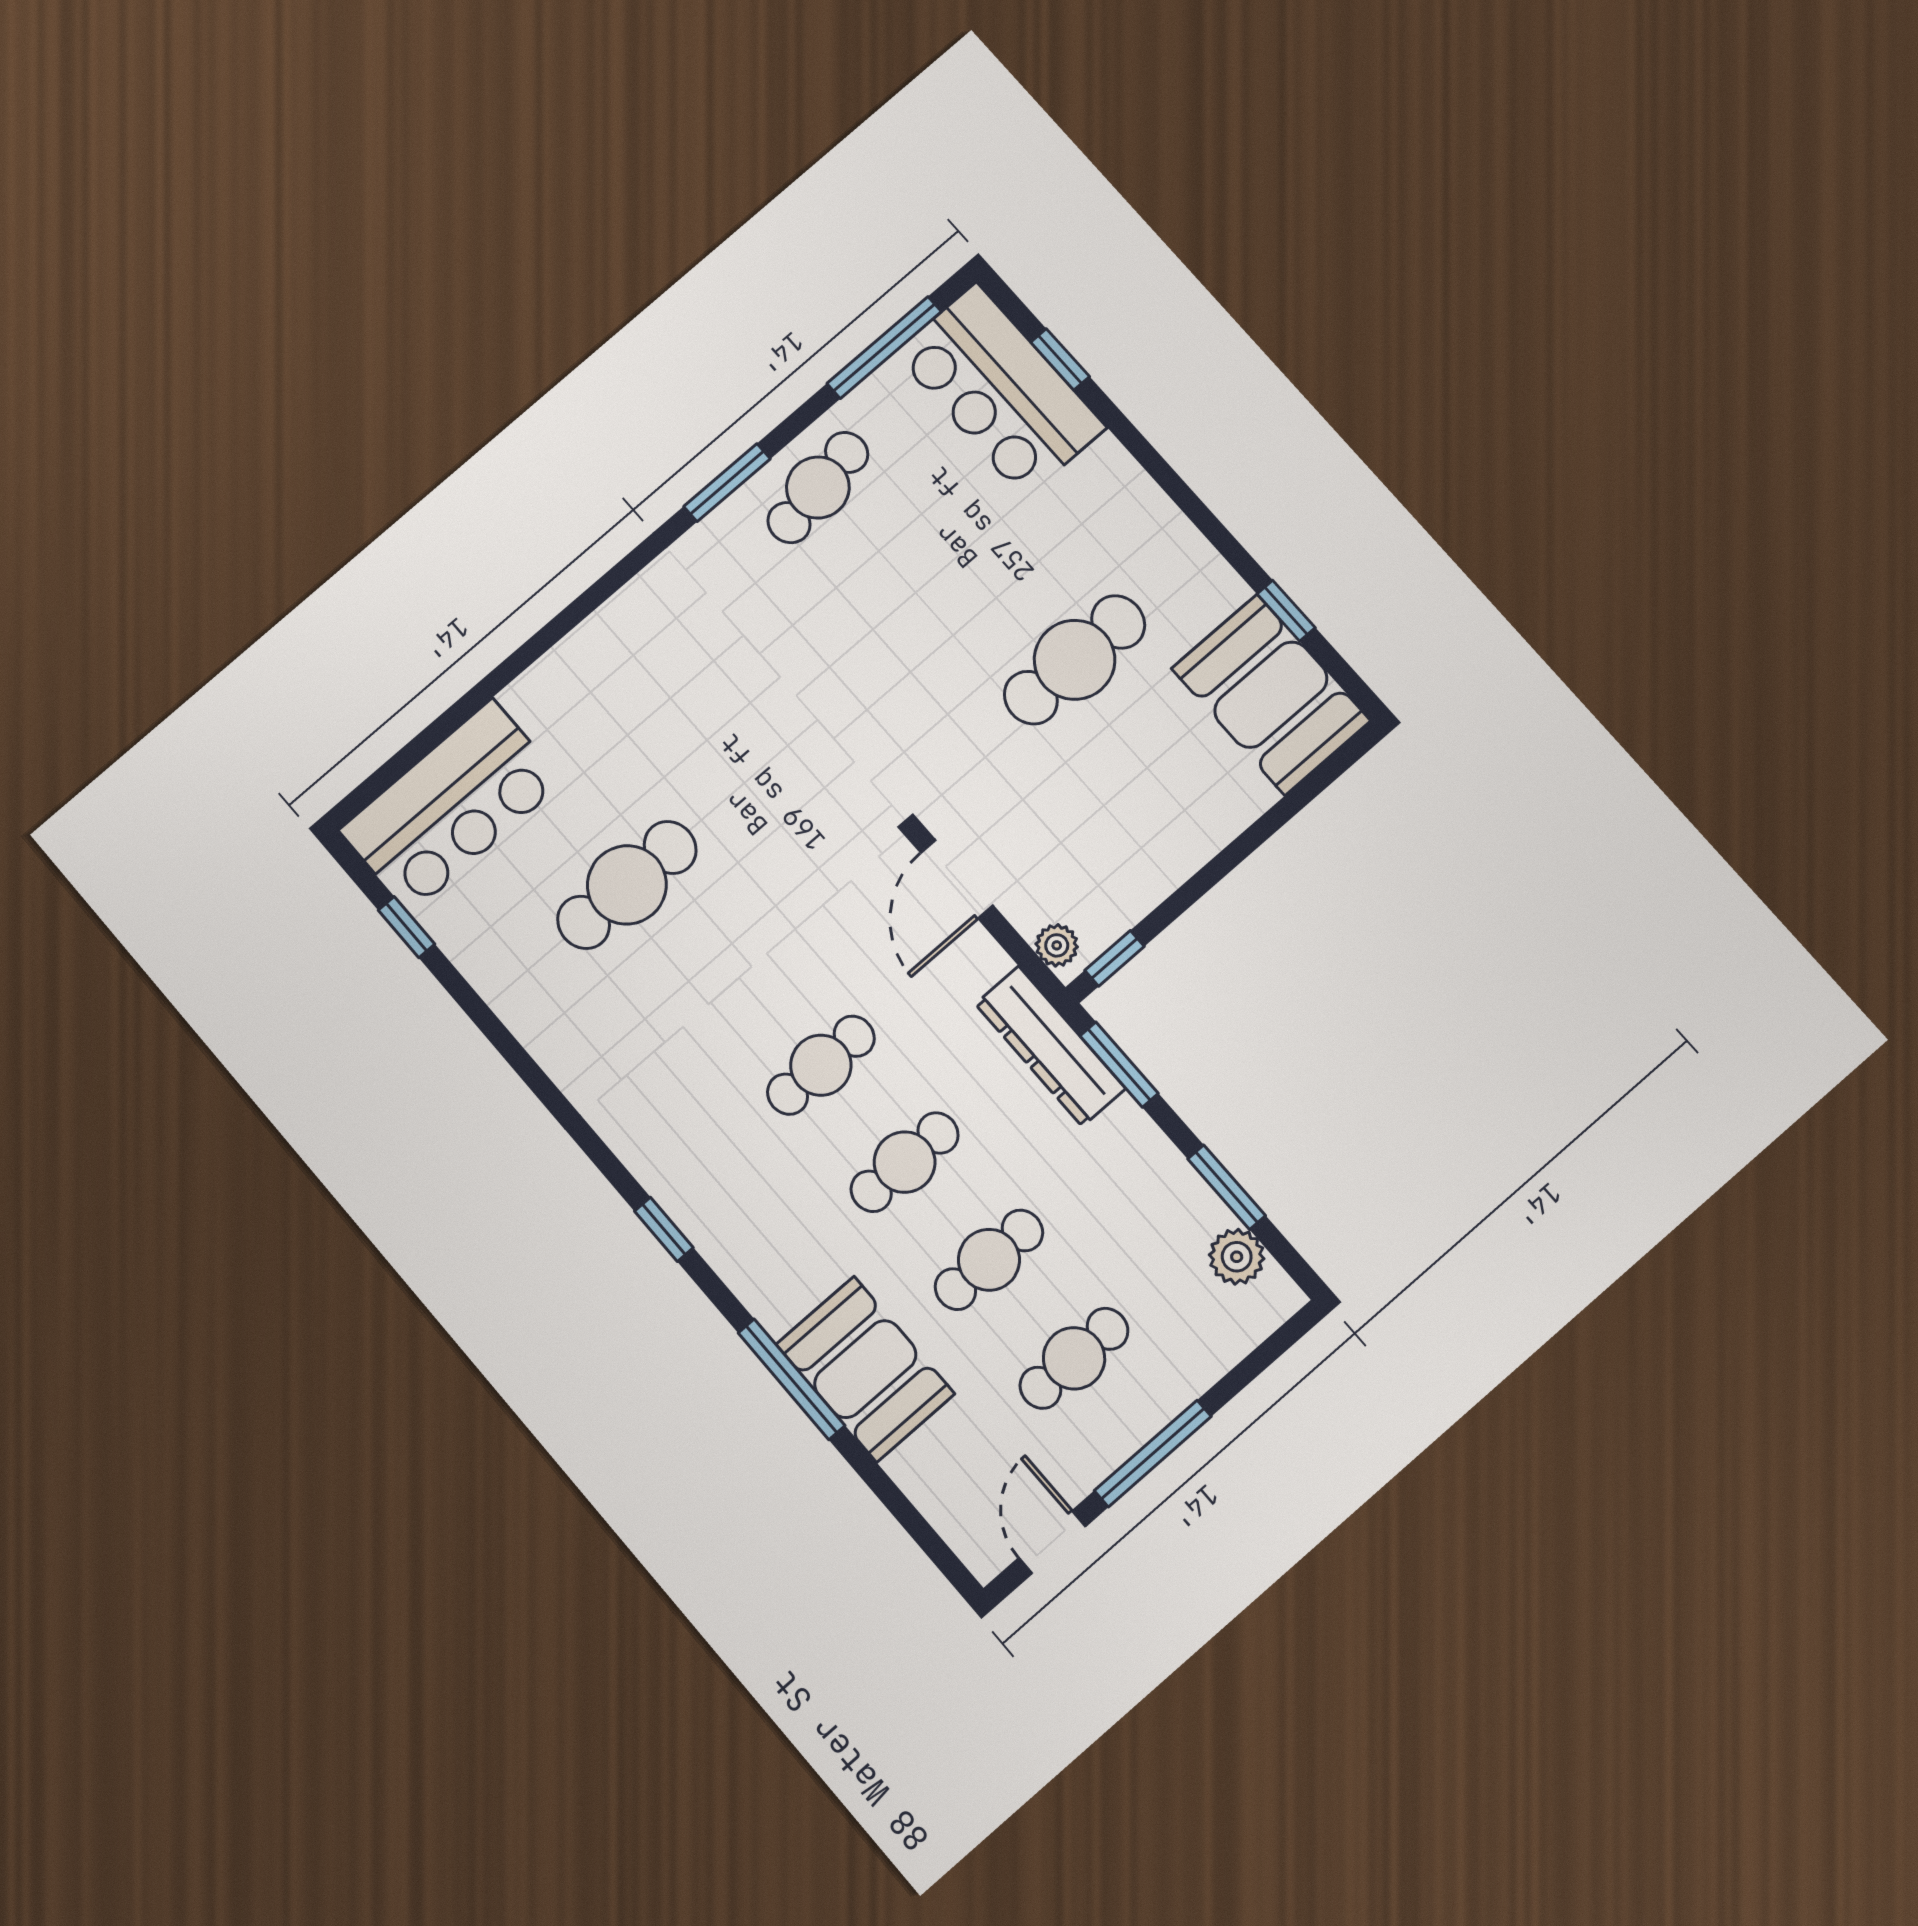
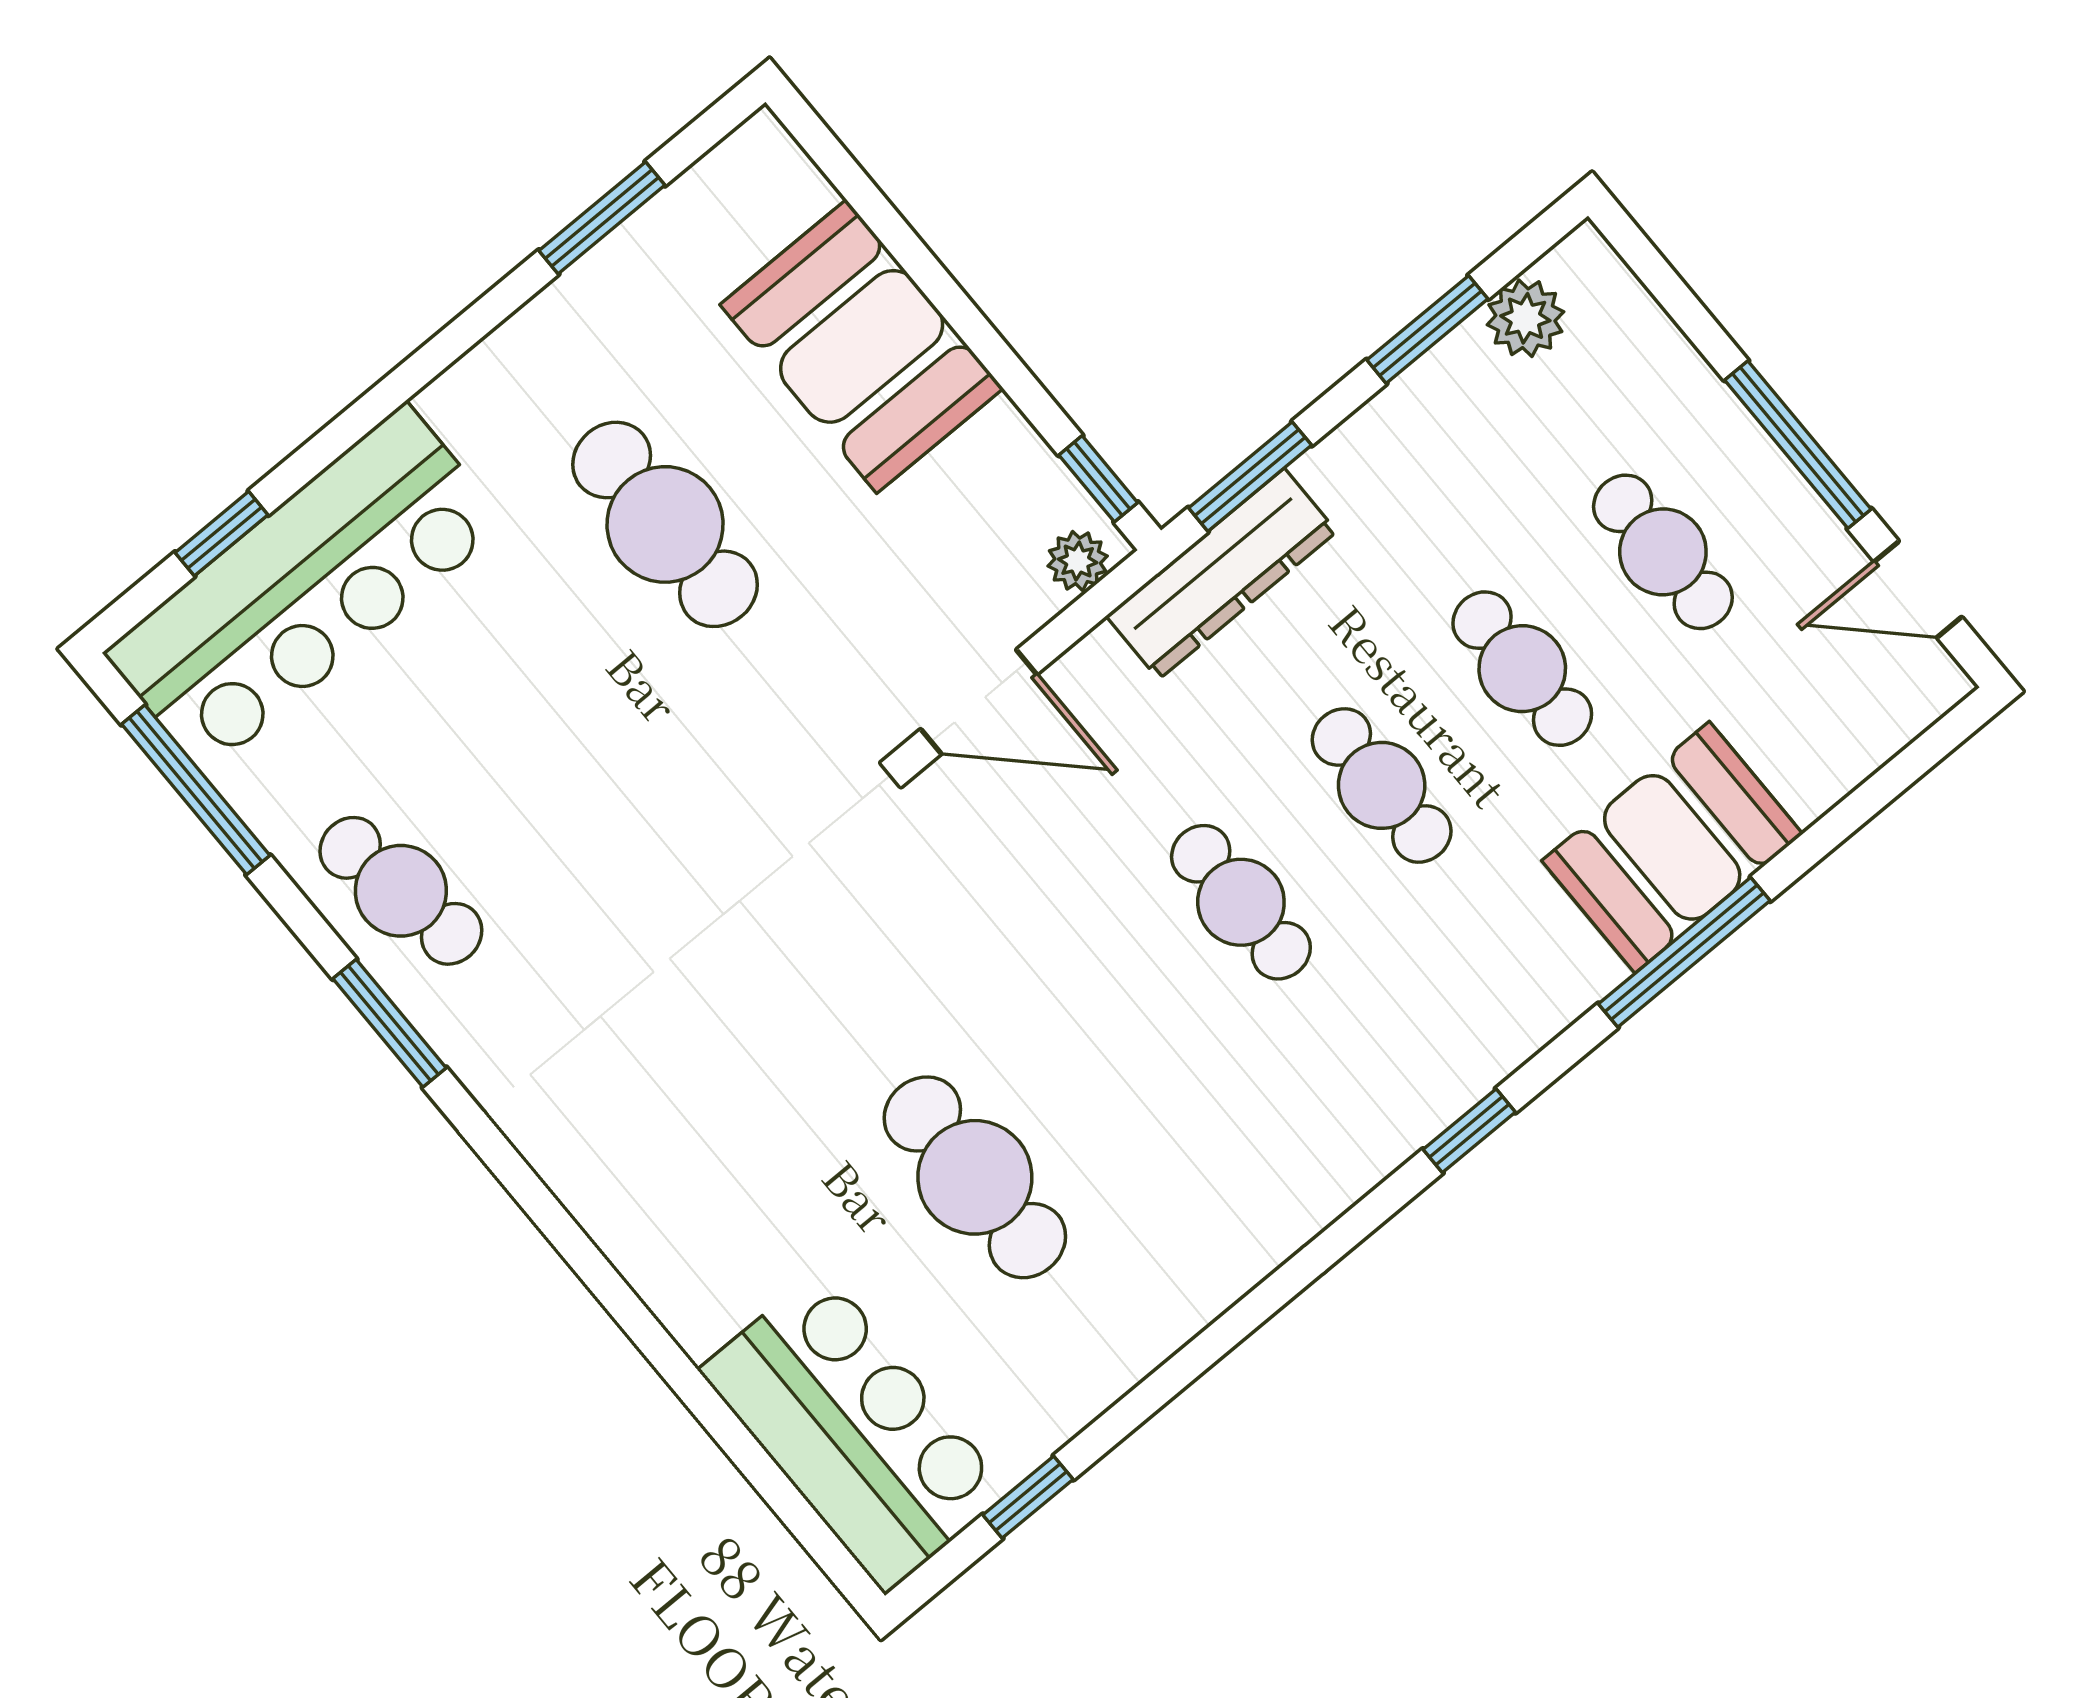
bar counter: (1000, 390) -> (305, 588), width x1.36
window: (1286, 611) -> (602, 218), width x1.50
booth: (1271, 695) -> (862, 346), moved, turned 90

